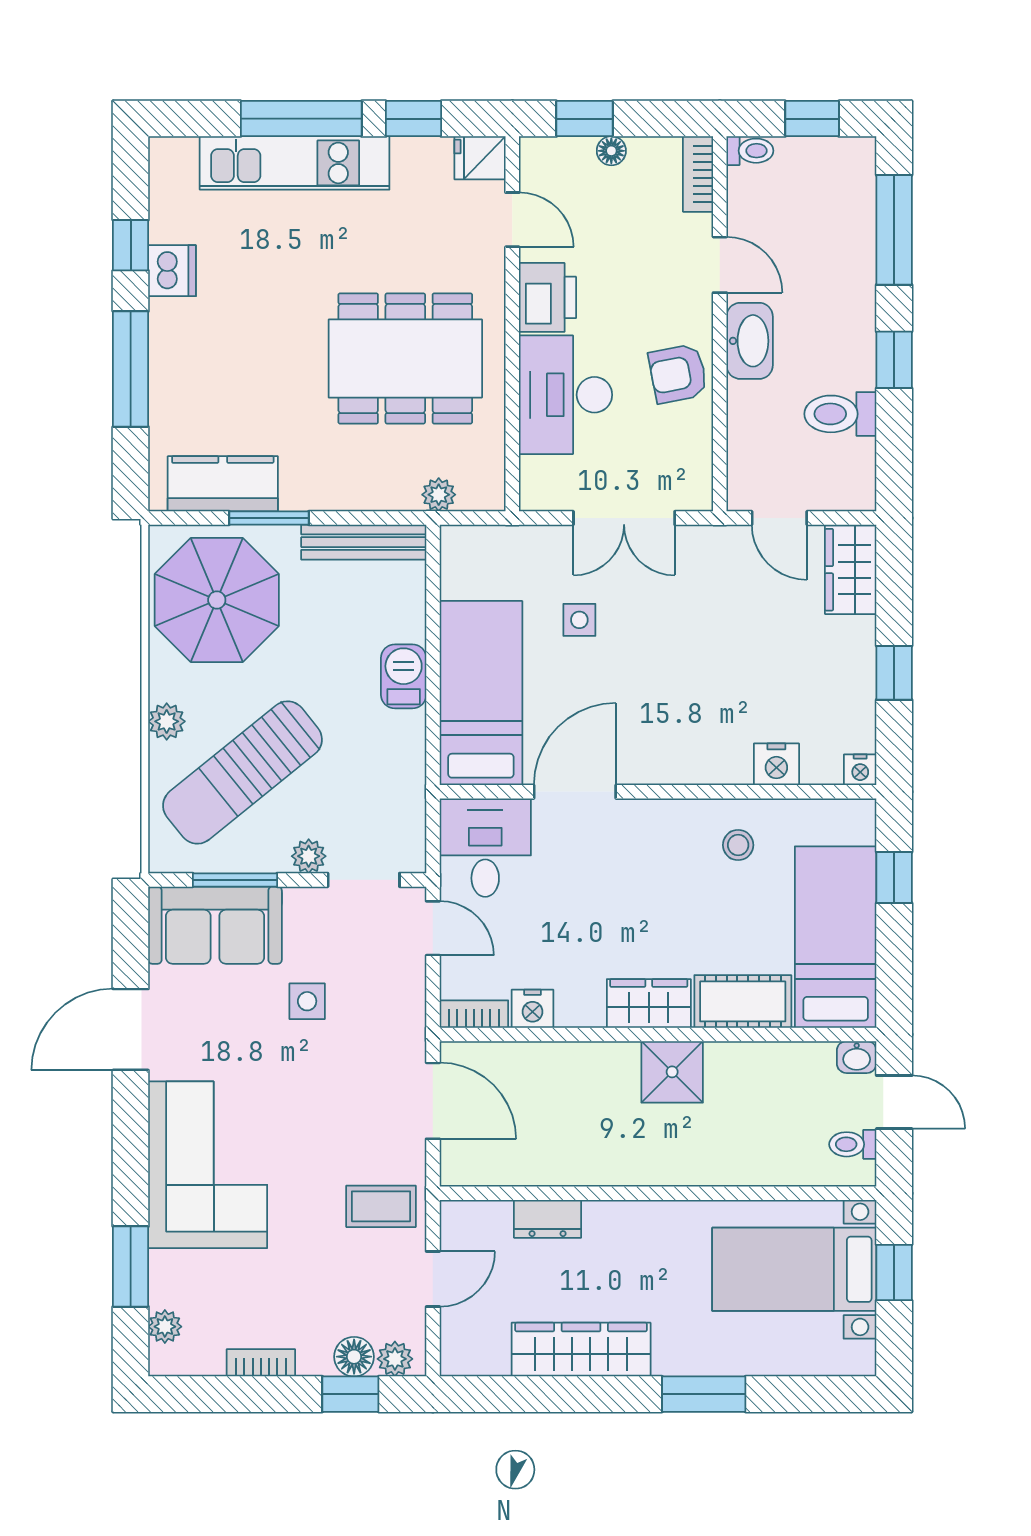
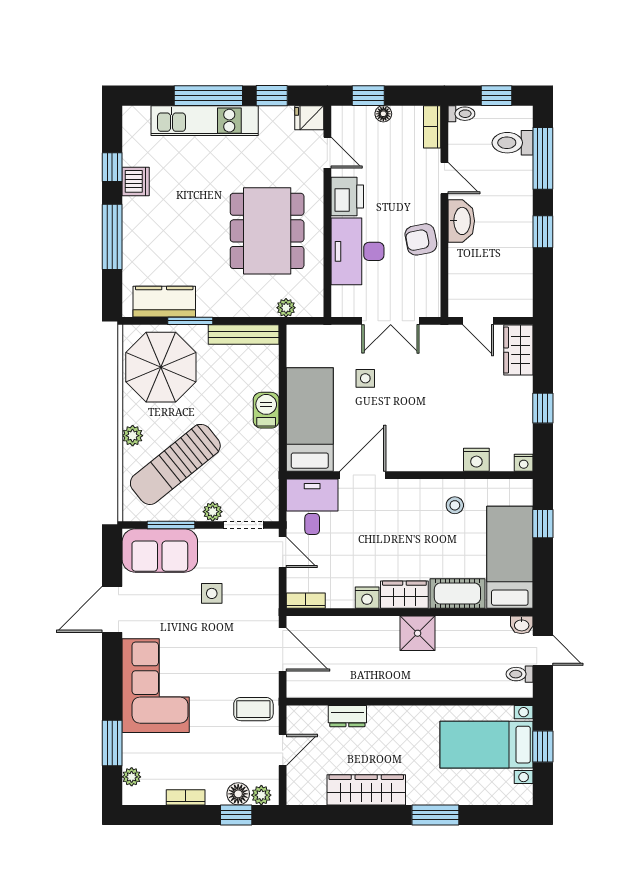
dining table: (405, 358) -> (267, 231), turned 90
toilet: (840, 414) -> (512, 143), moved
nightstand: (532, 1009) -> (367, 598), moved

